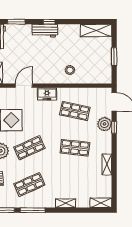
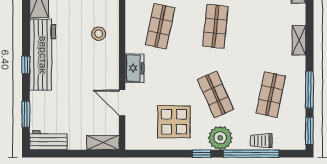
workbench: (45, 31) -> (43, 55), width x1.88, depth x1.32
shop shelf: (29, 184) -> (271, 95), turned 36

